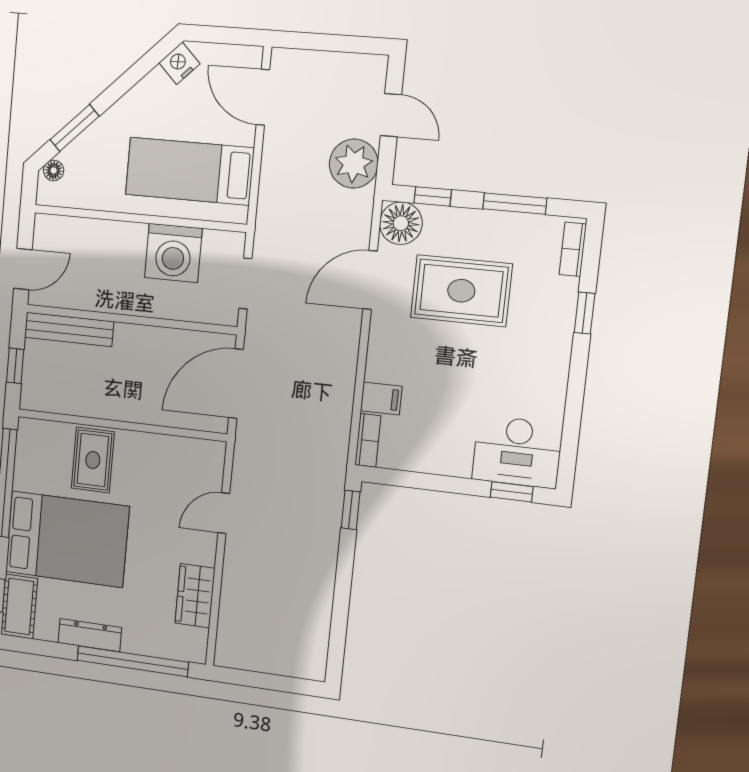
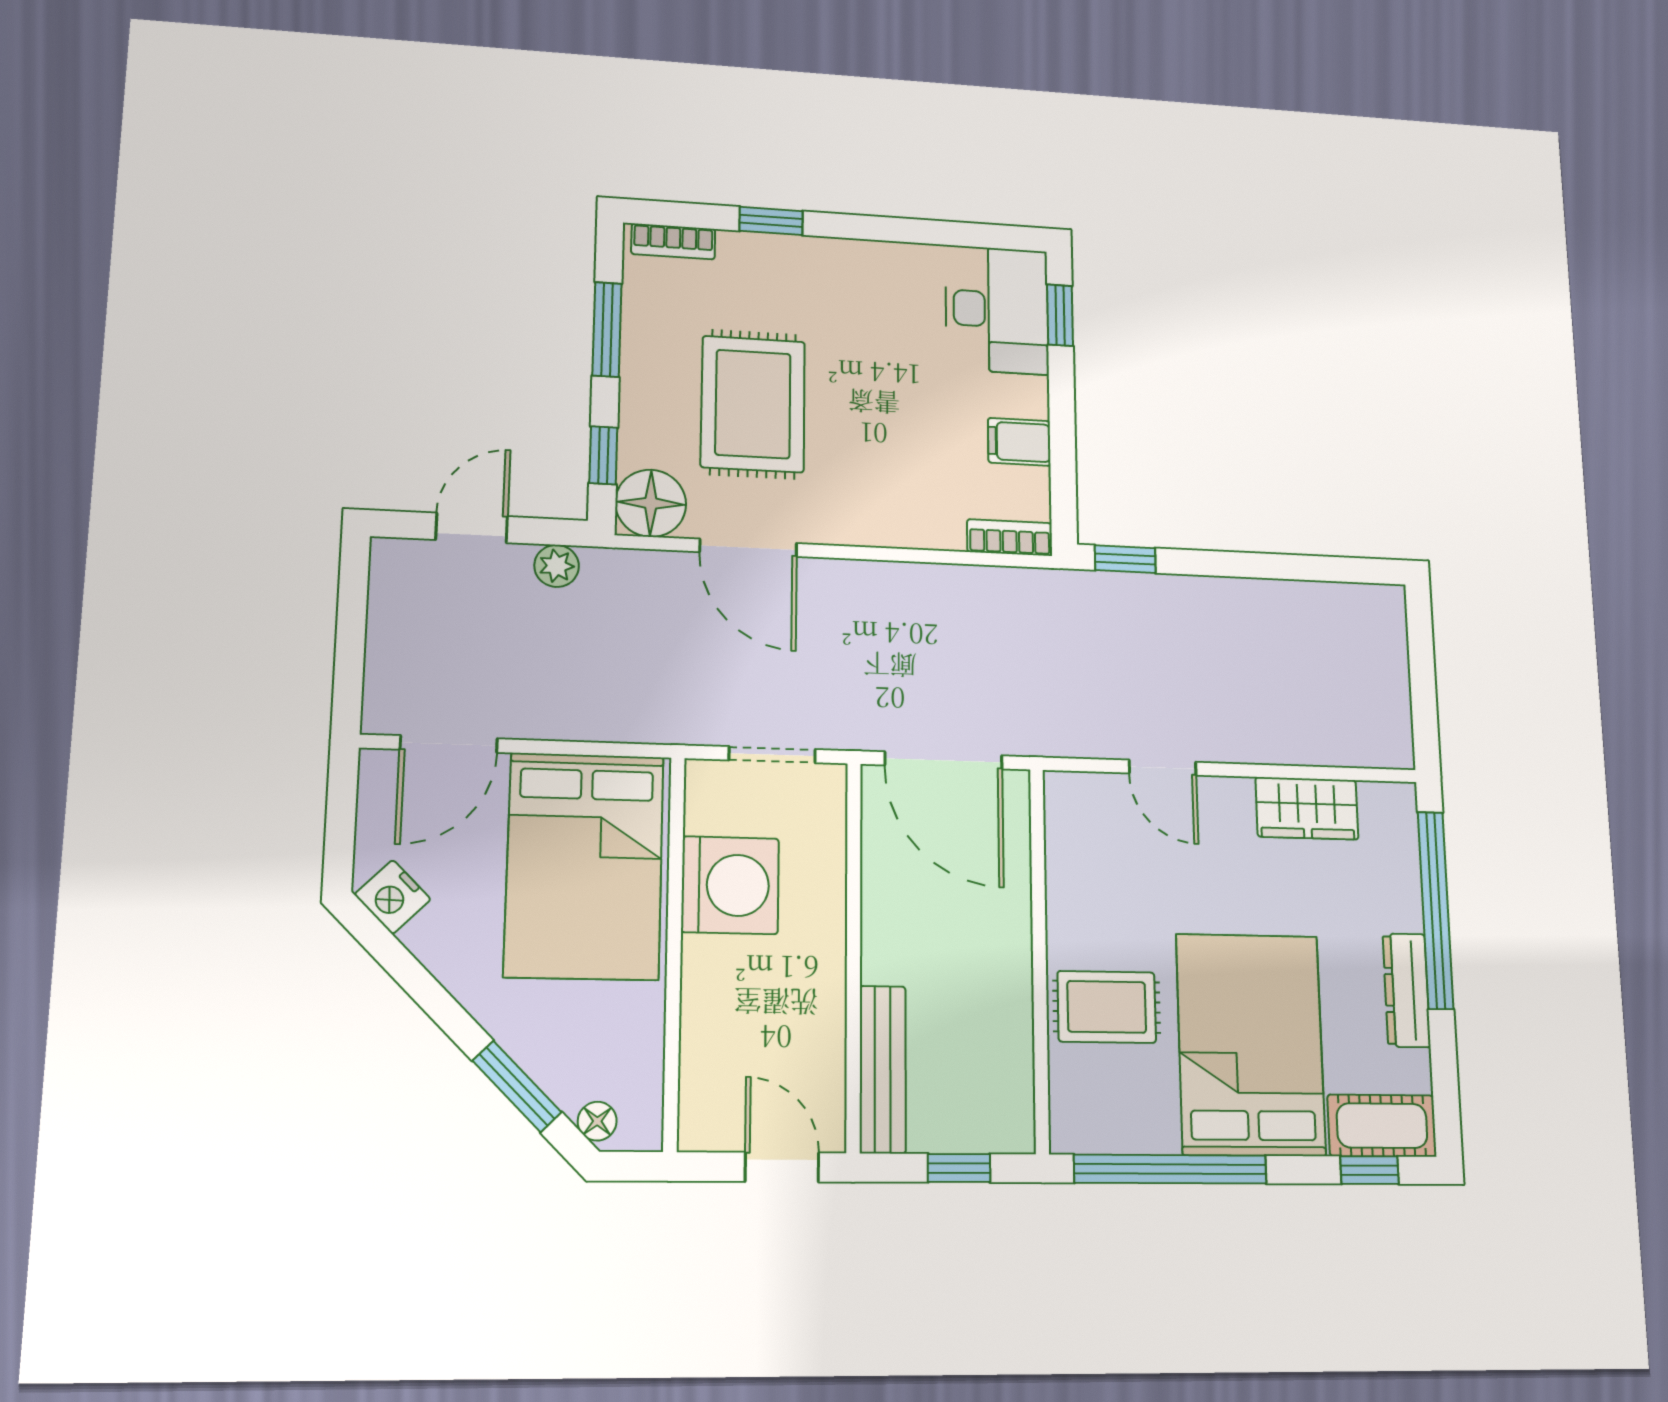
plant: (354, 164) -> (557, 566), width x0.53, depth x0.53
bed: (189, 171) -> (584, 866), width x1.50
filing cabinet: (381, 398) -> (1019, 442), moved, turned -90

